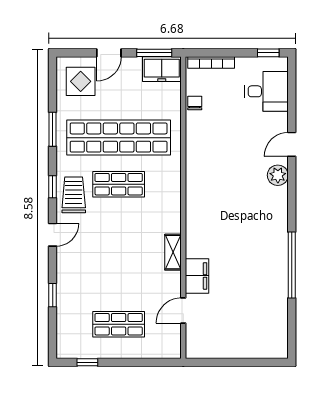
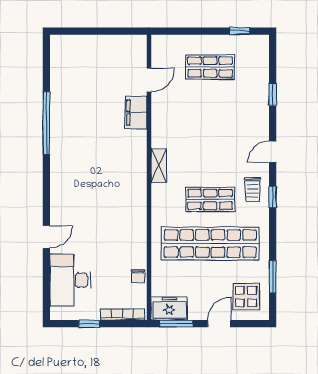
window: (268, 53) -> (89, 324), moved
desk: (266, 91) -> (70, 280), width x1.37
window: (53, 129) -> (273, 277), moved
plant: (278, 175) -> (60, 208), removed
trolley: (74, 195) -> (253, 189), width x0.73, depth x0.72
shelving: (173, 252) -> (159, 166), moved

